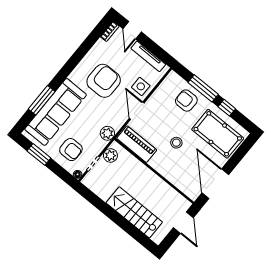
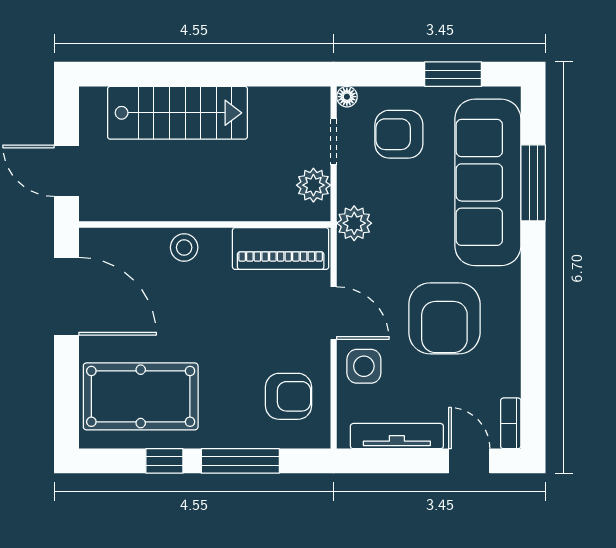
armchair: (186, 101) -> (288, 396), moved
stool: (176, 143) -> (184, 247), moved

